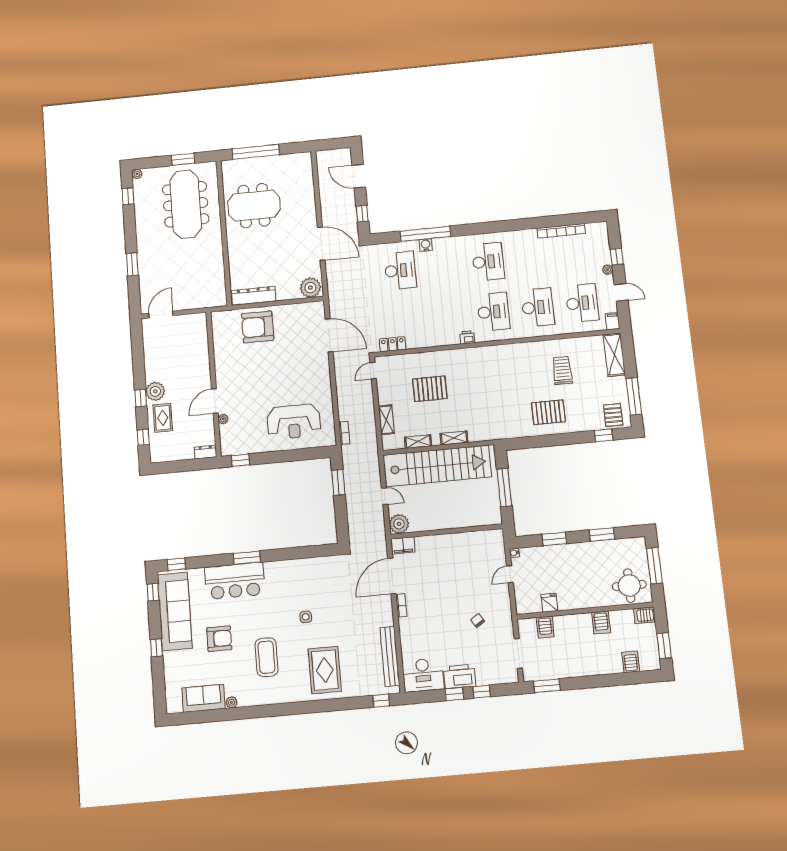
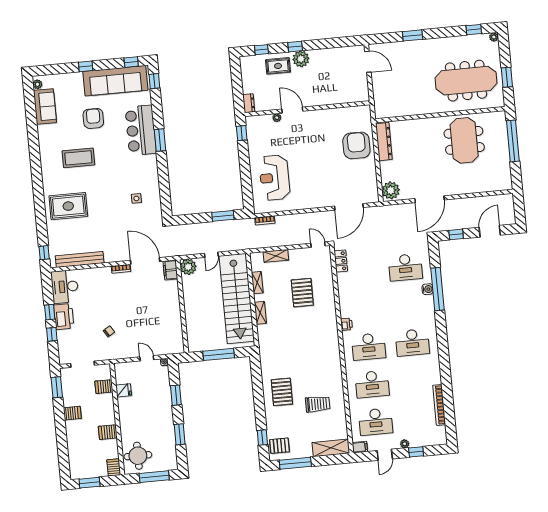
side table: (306, 617) -> (136, 198), moved
armchair: (219, 639) -> (93, 118), turned 180
server rack: (631, 662) -> (72, 413), moved
plant: (232, 702) -> (37, 84), moved

